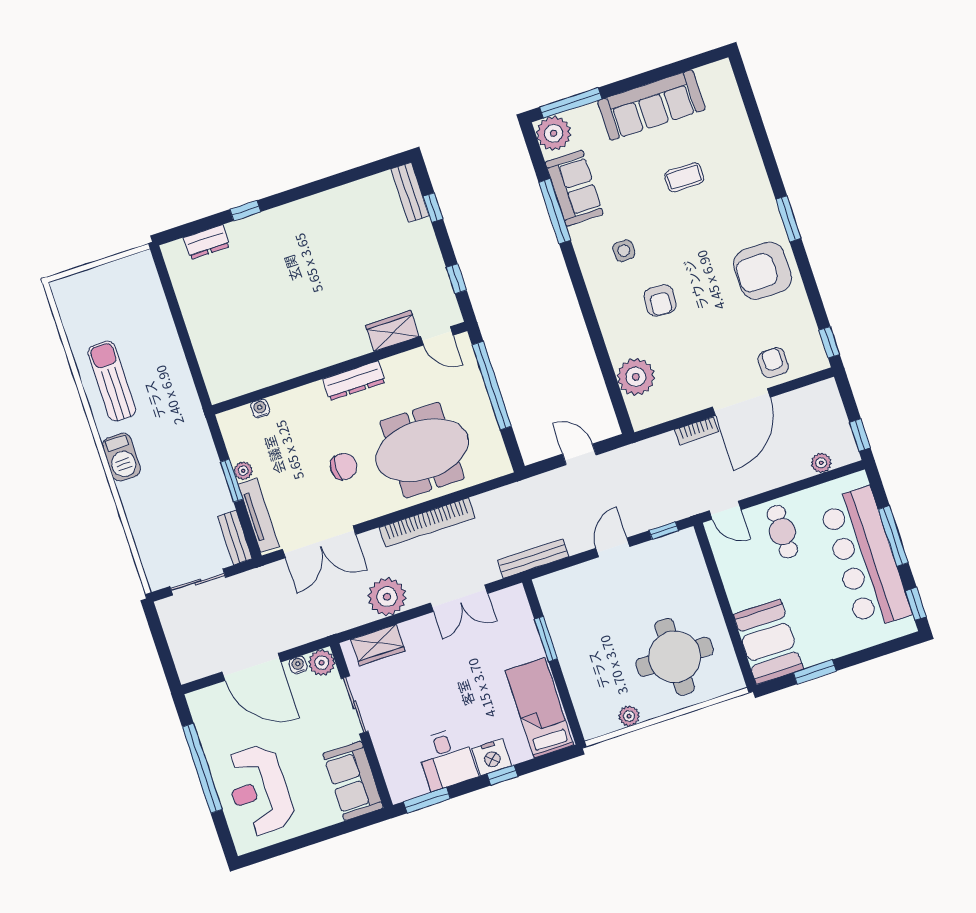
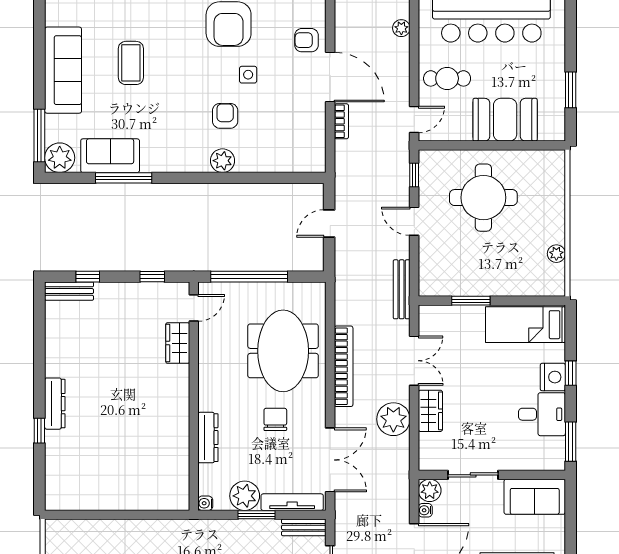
coffee table: (684, 177) -> (131, 63), width x1.36, depth x1.30
dresser: (207, 242) -> (55, 404), moved, width x1.44
side table: (624, 251) -> (248, 75), moved
armchair: (660, 300) -> (225, 116), turned -94
plant: (636, 377) -> (223, 161), moved, width x0.73, depth x0.73
dresser: (354, 381) -> (208, 438), moved
water cooler: (260, 408) -> (205, 503), moved
plant: (243, 471) -> (245, 496), width x1.87, depth x1.87
booth: (768, 642) -> (505, 120), moved
wardrobe: (378, 645) -> (430, 411), moved
round table: (675, 657) -> (483, 198), moved

